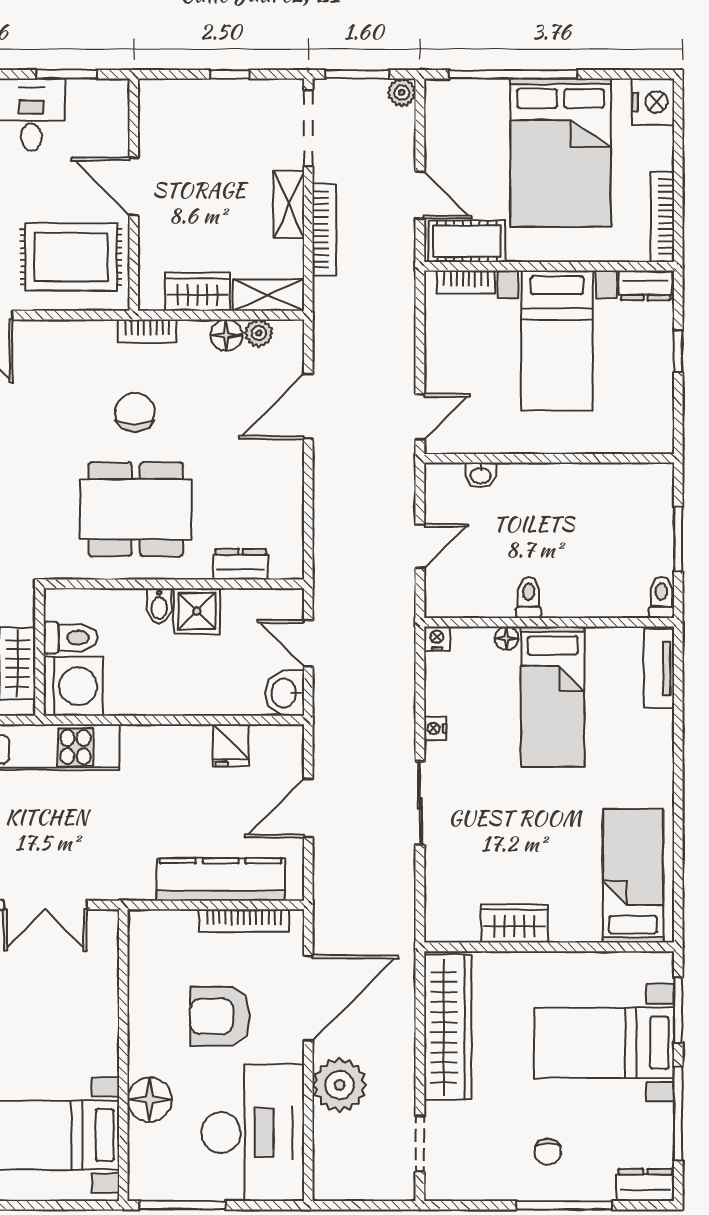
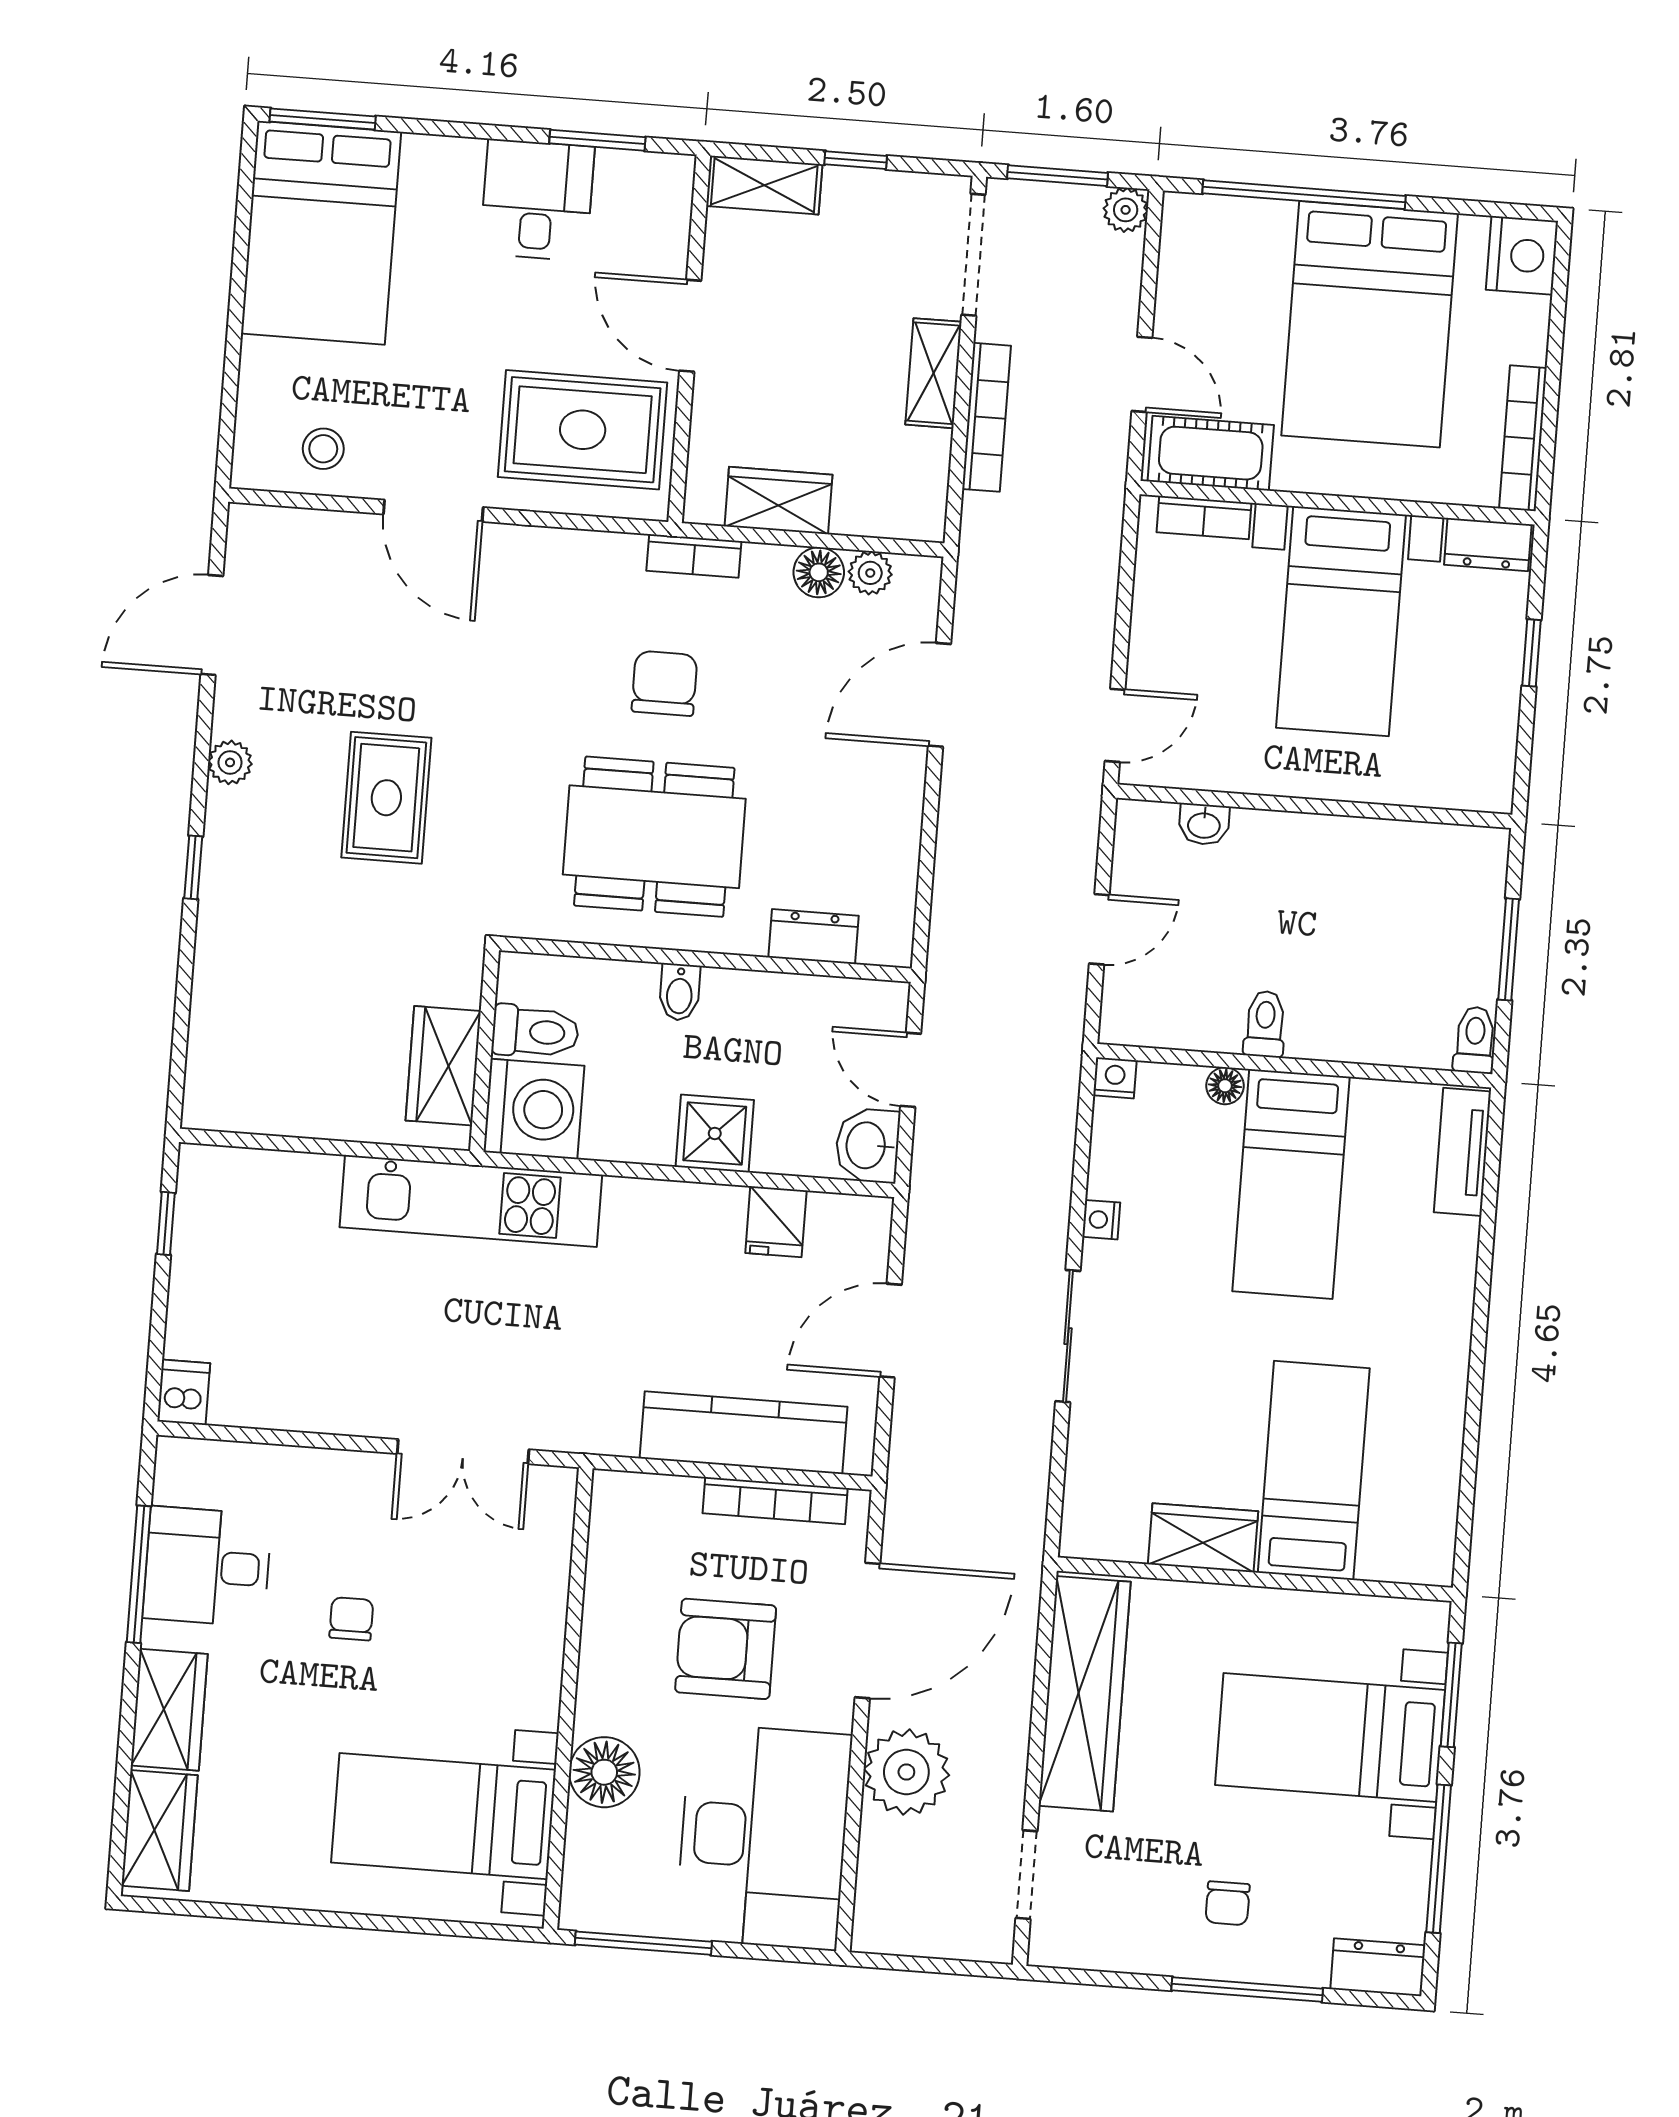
shelving: (269, 295) -> (764, 185), moved
shower: (197, 611) -> (715, 1133), moved
bed: (633, 876) -> (1314, 1470), moved

